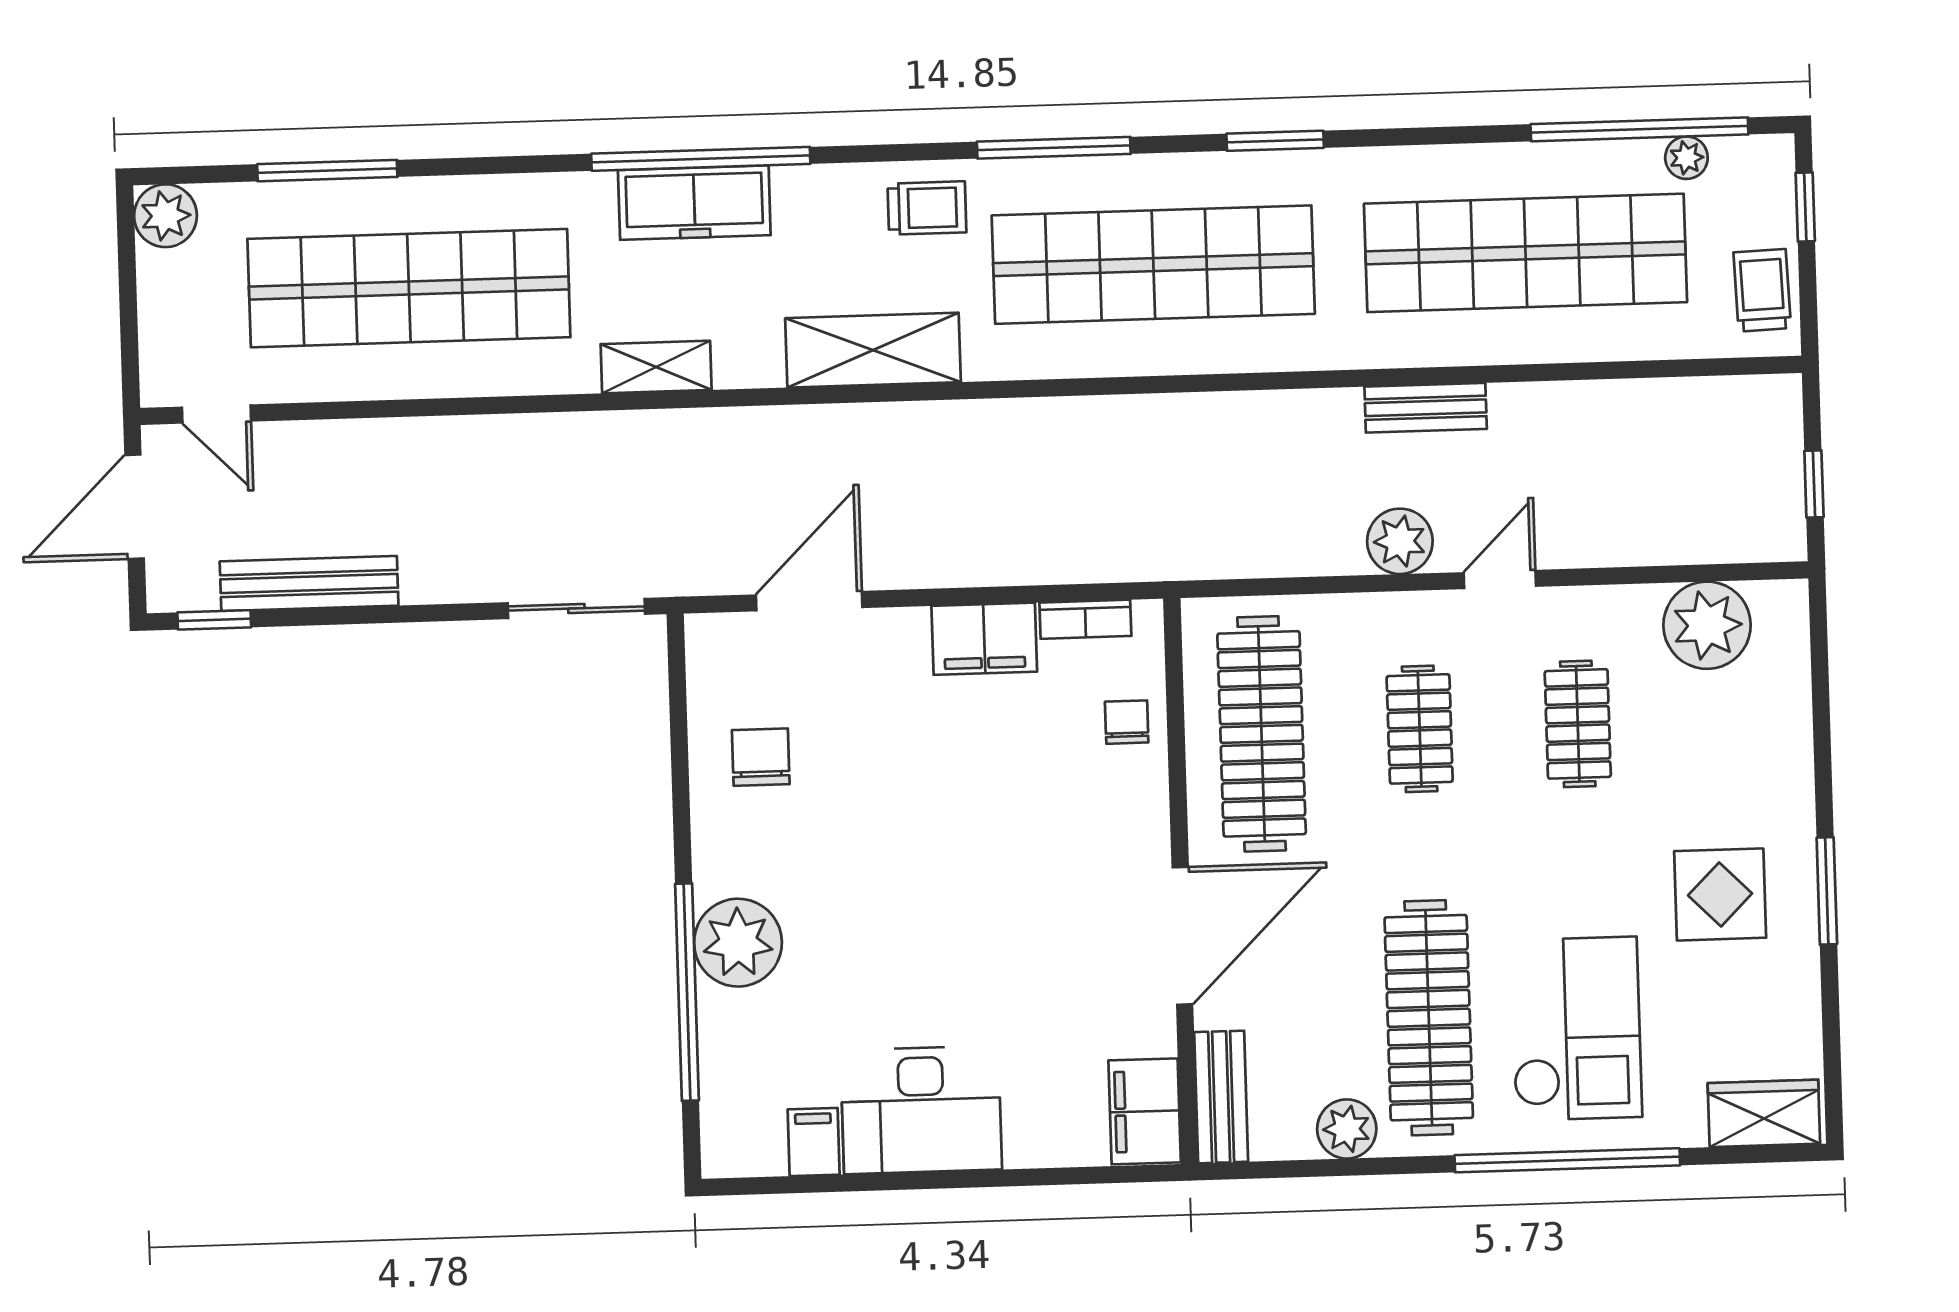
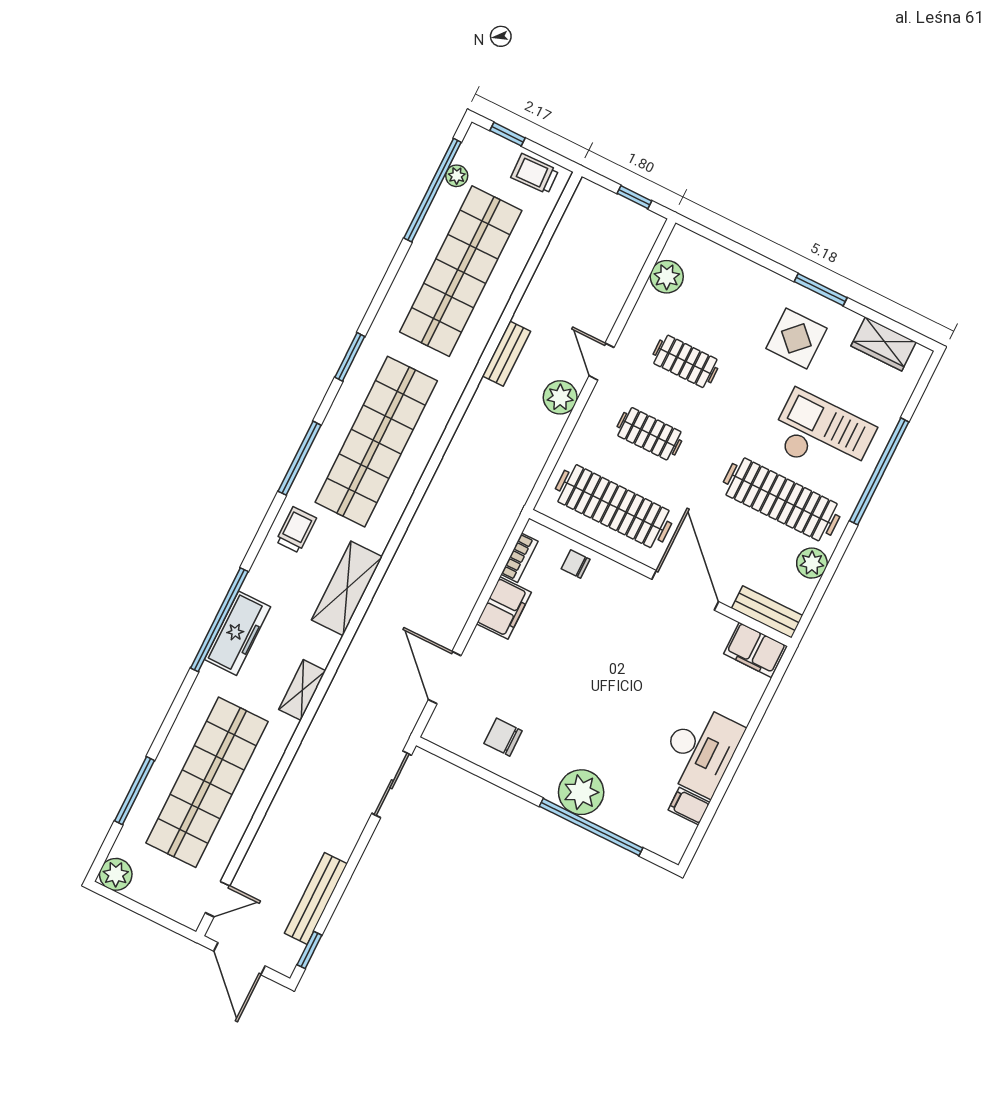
plant: (1707, 625) -> (667, 277), width x0.73, depth x0.73
wardrobe: (1764, 1113) -> (884, 344), moved, turned -90

